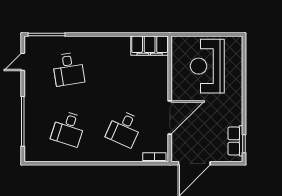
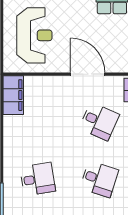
reception desk: (207, 66) -> (34, 35), turned -90

